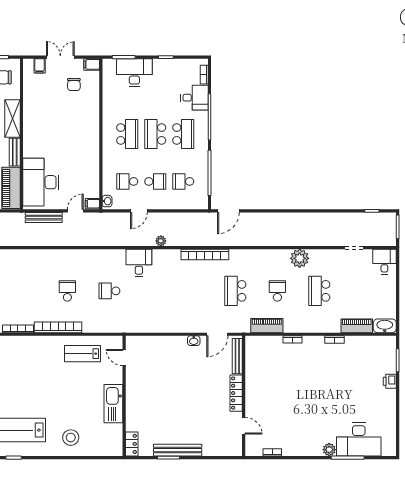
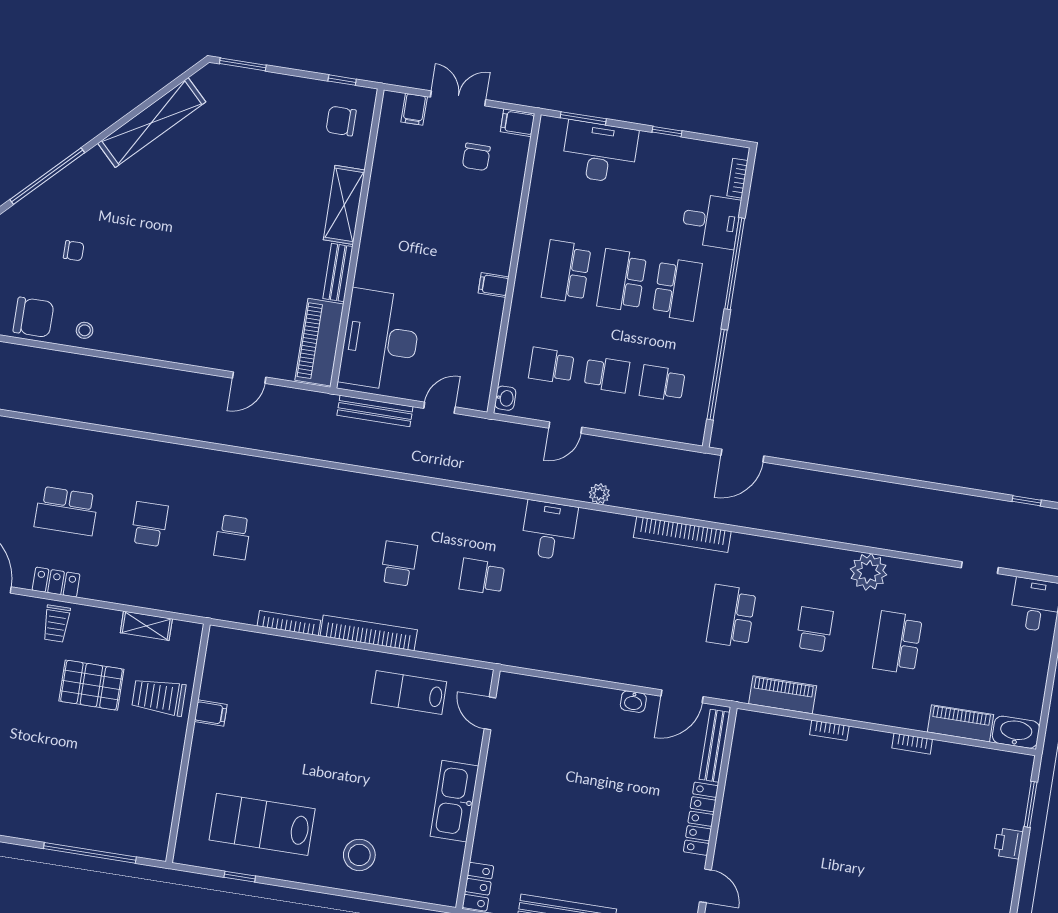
school desk: (127, 134) -> (566, 272), turned 180
filing cabinet: (92, 204) -> (494, 285), moved

